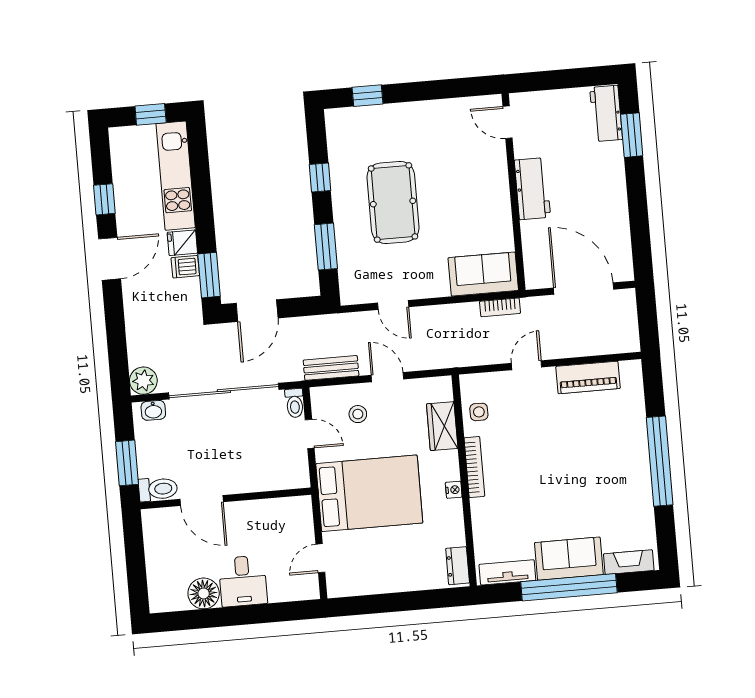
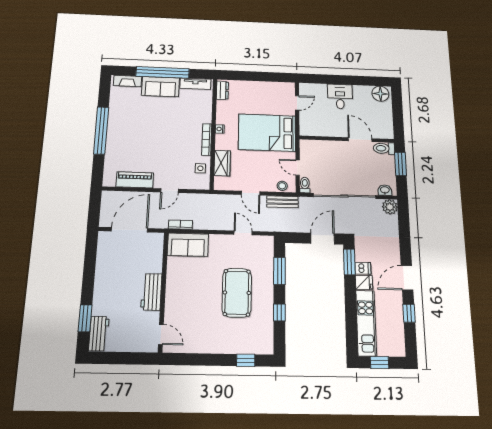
door: (584, 289) -> (129, 230), swing flipped
stool: (358, 414) -> (282, 186), moved
floor lamp: (204, 593) -> (380, 94), moved

